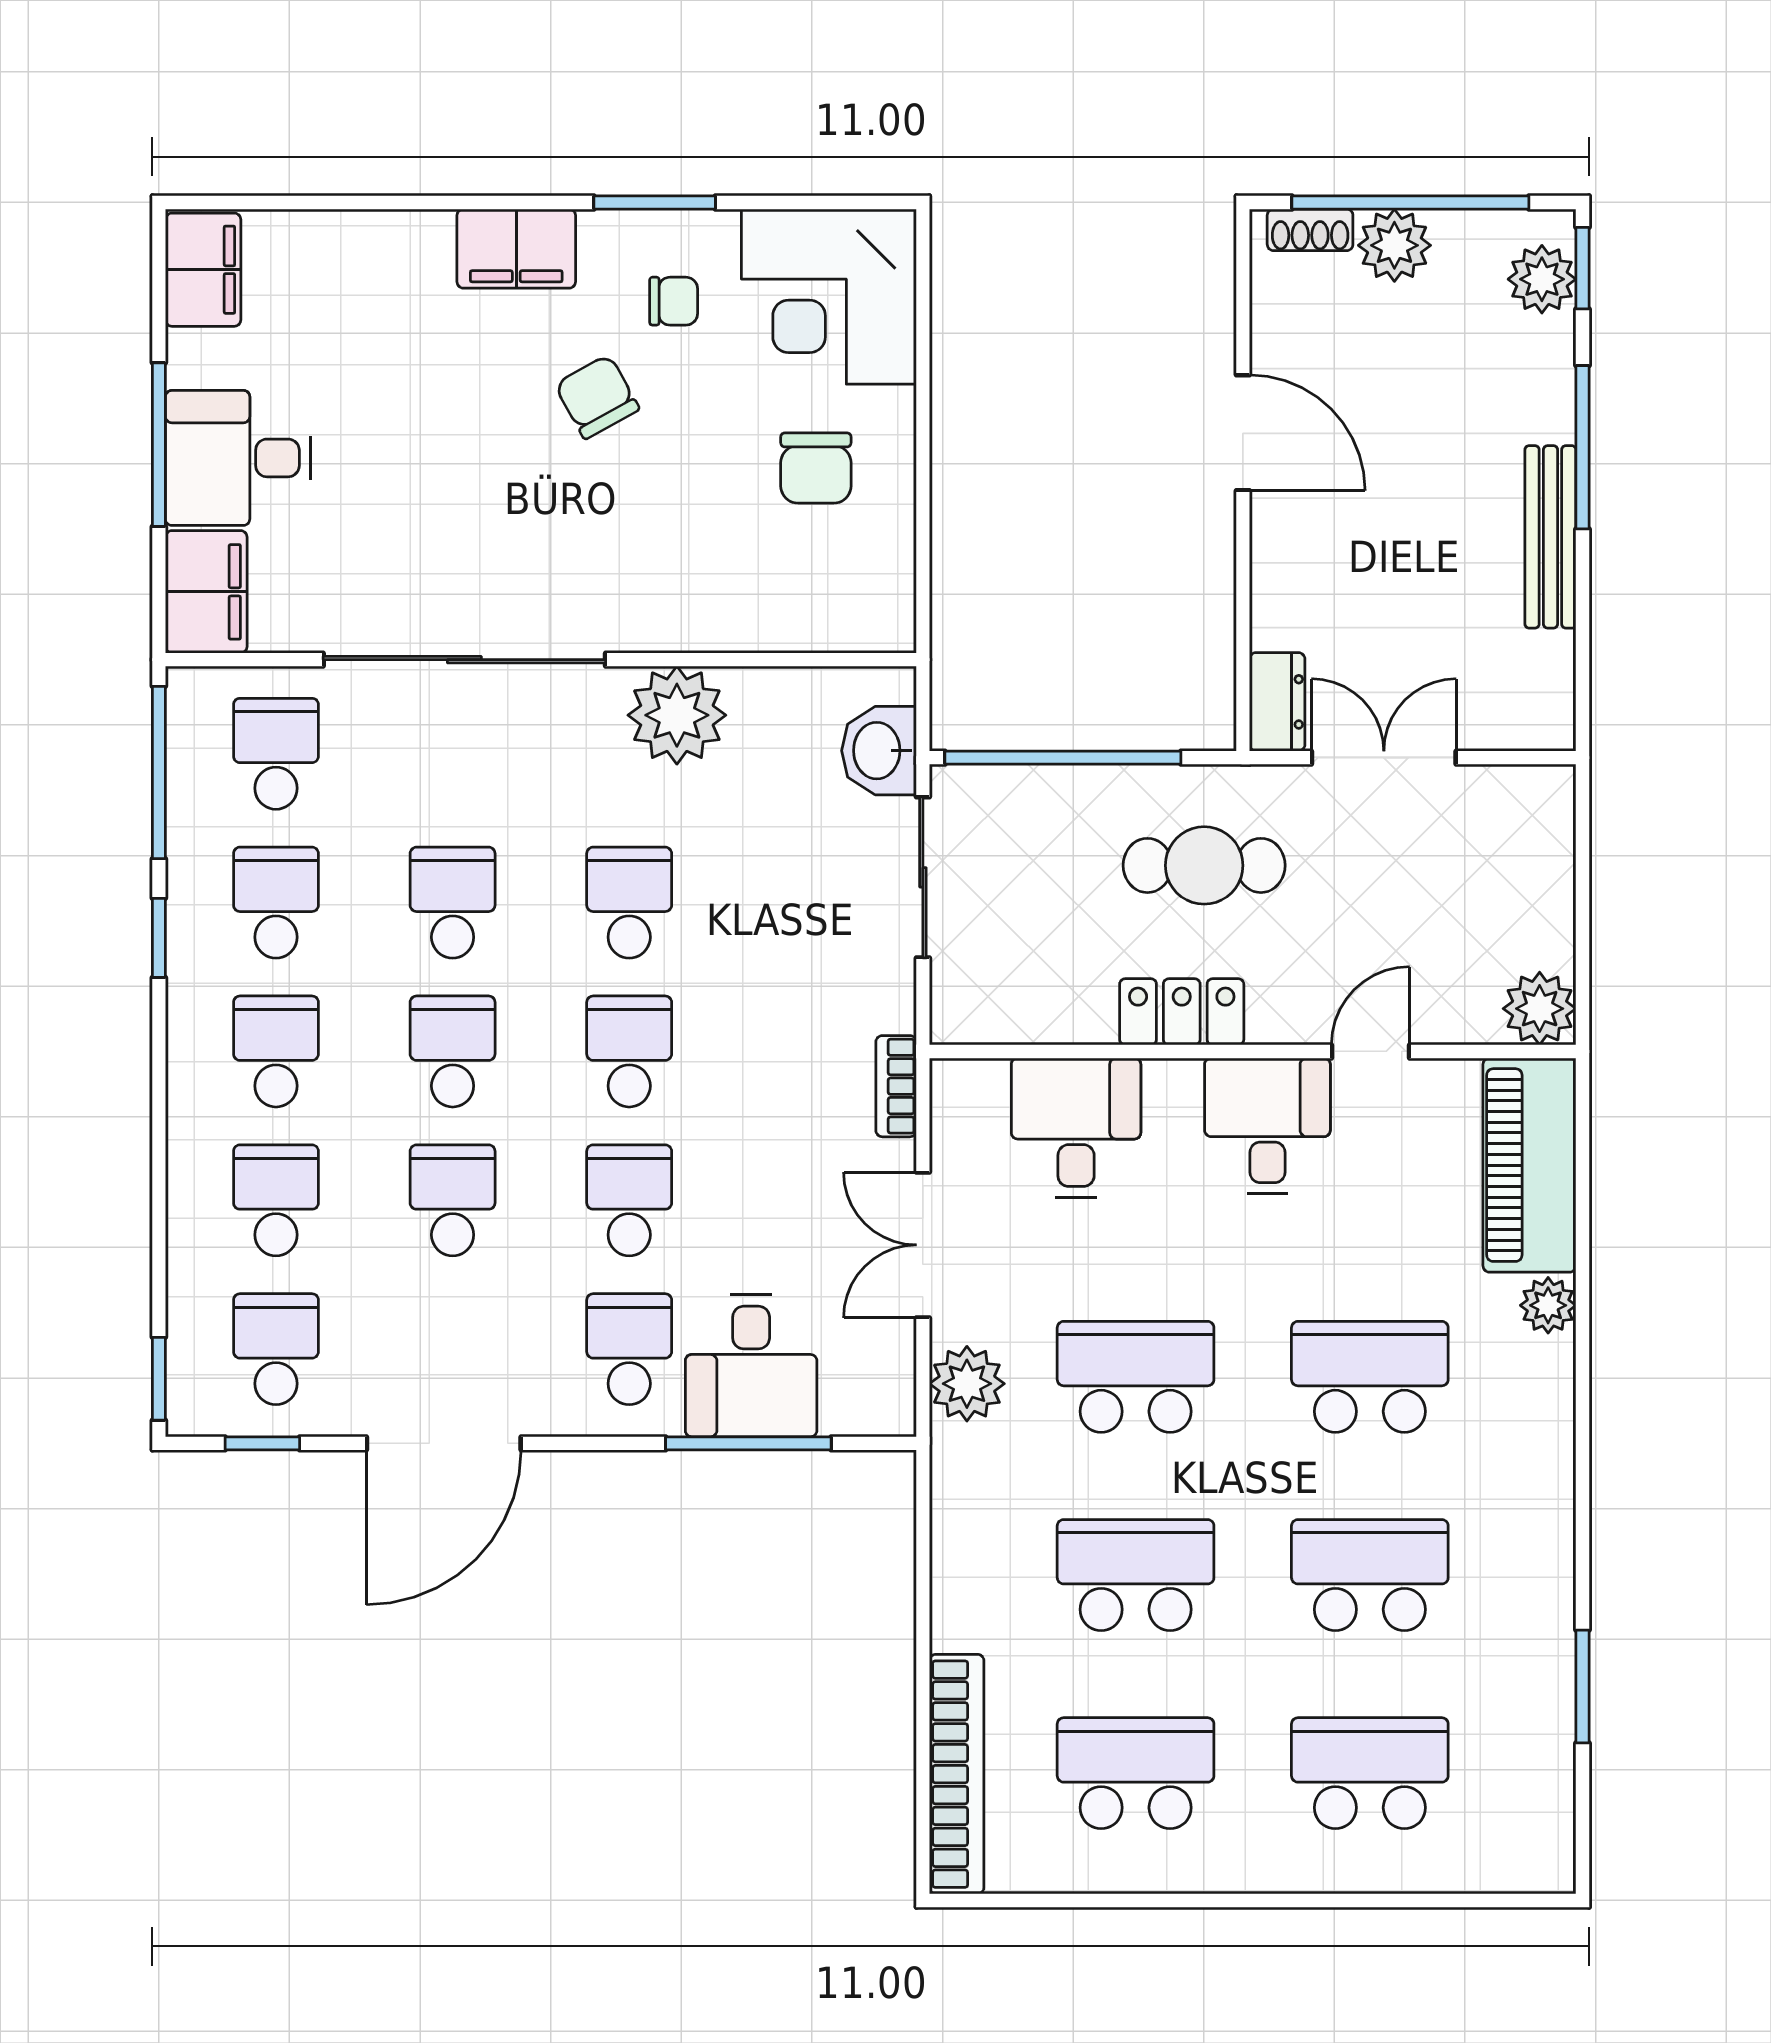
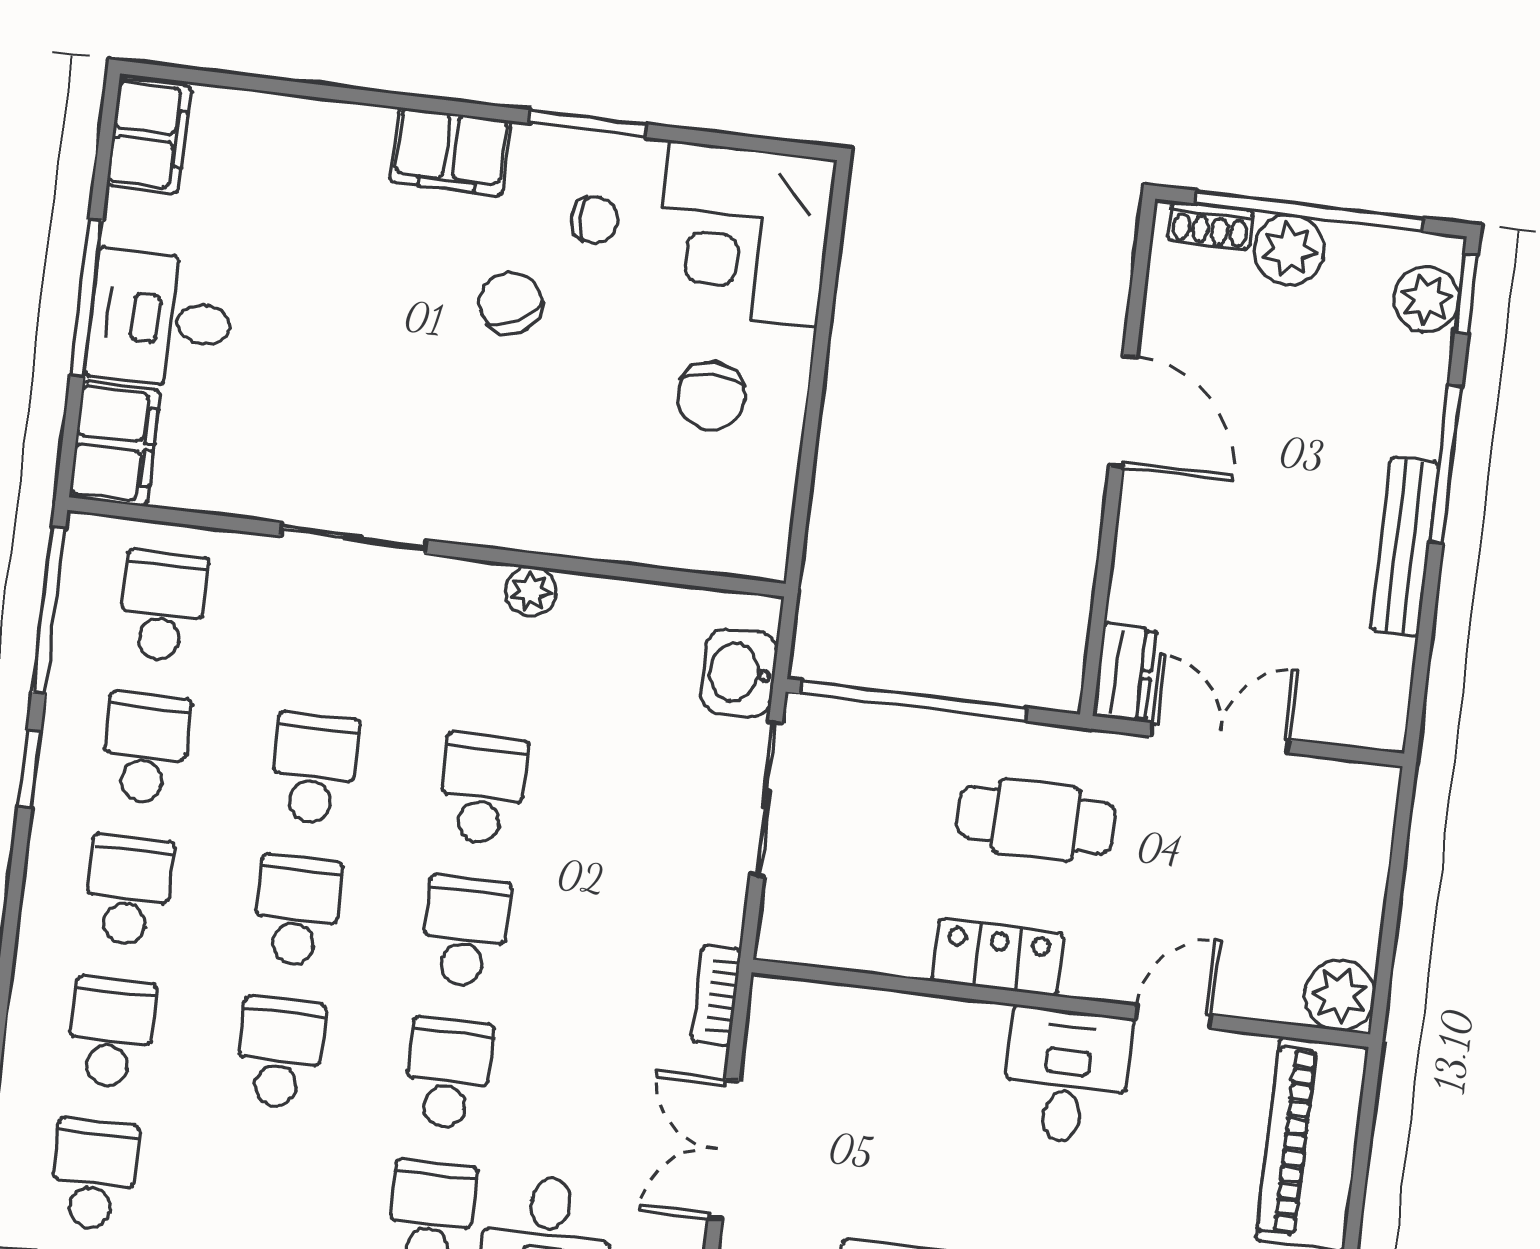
sliding door: (464, 660) -> (353, 538), width x0.54
plant: (677, 715) -> (531, 591), width x0.53, depth x0.53
desk: (1076, 1128) -> (883, 1056), removed

